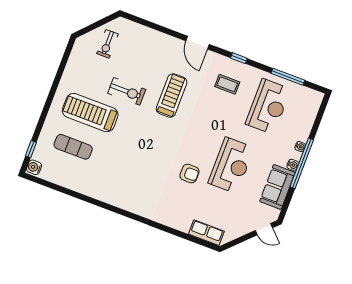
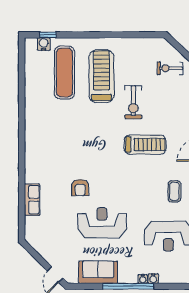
exercise mat: (73, 147) -> (64, 73), width x1.36, depth x1.45
reception desk: (231, 165) -> (102, 223), turned 180
water cooler: (293, 165) -> (153, 279), moved
water cooler: (34, 167) -> (44, 44), moved
row of seats: (206, 233) -> (32, 200), moved

